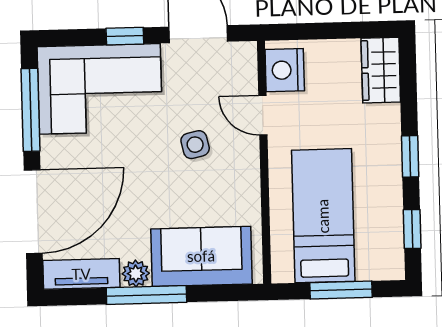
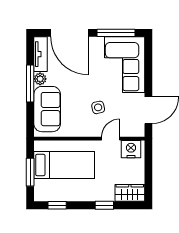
window: (125, 36) -> (148, 77), removed
window: (410, 156) -> (104, 205), moved

